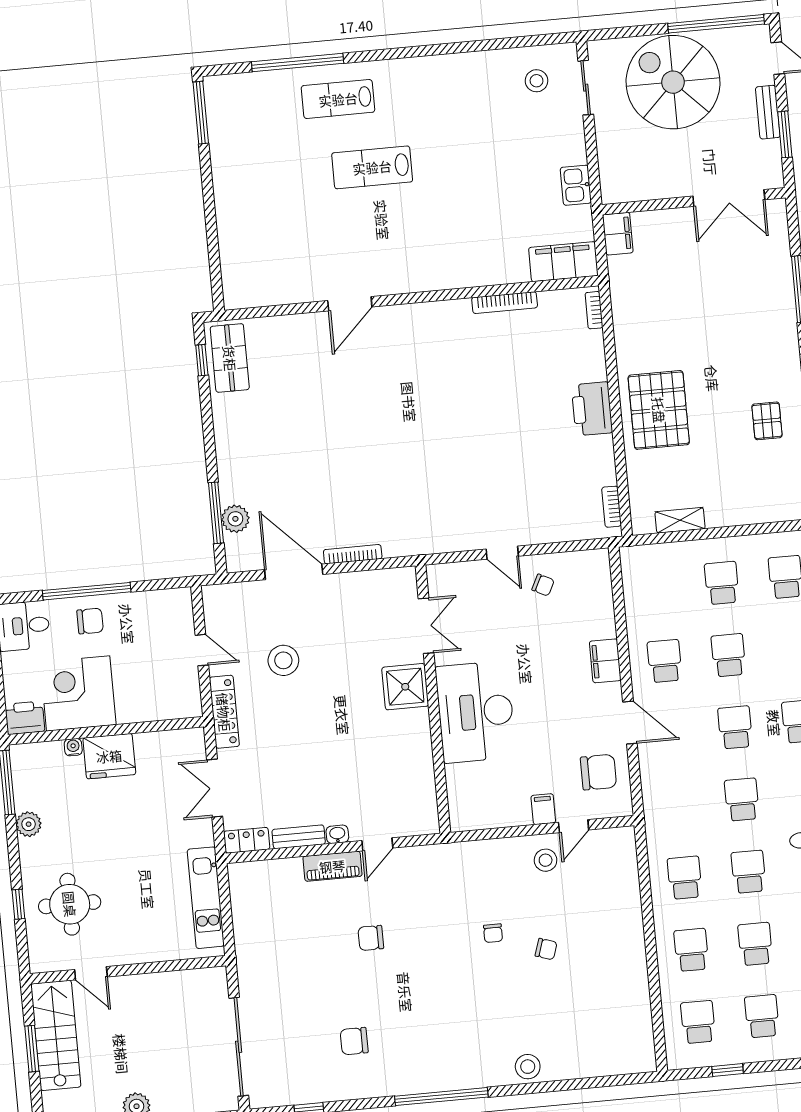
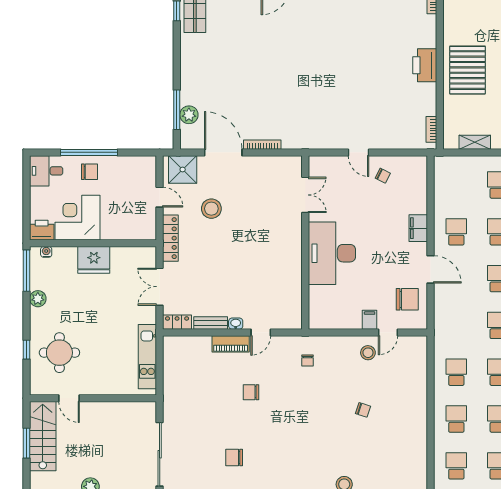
shower: (405, 687) -> (183, 170), moved
water cooler: (73, 747) -> (46, 252), moved
chair: (493, 933) -> (307, 361), moved

